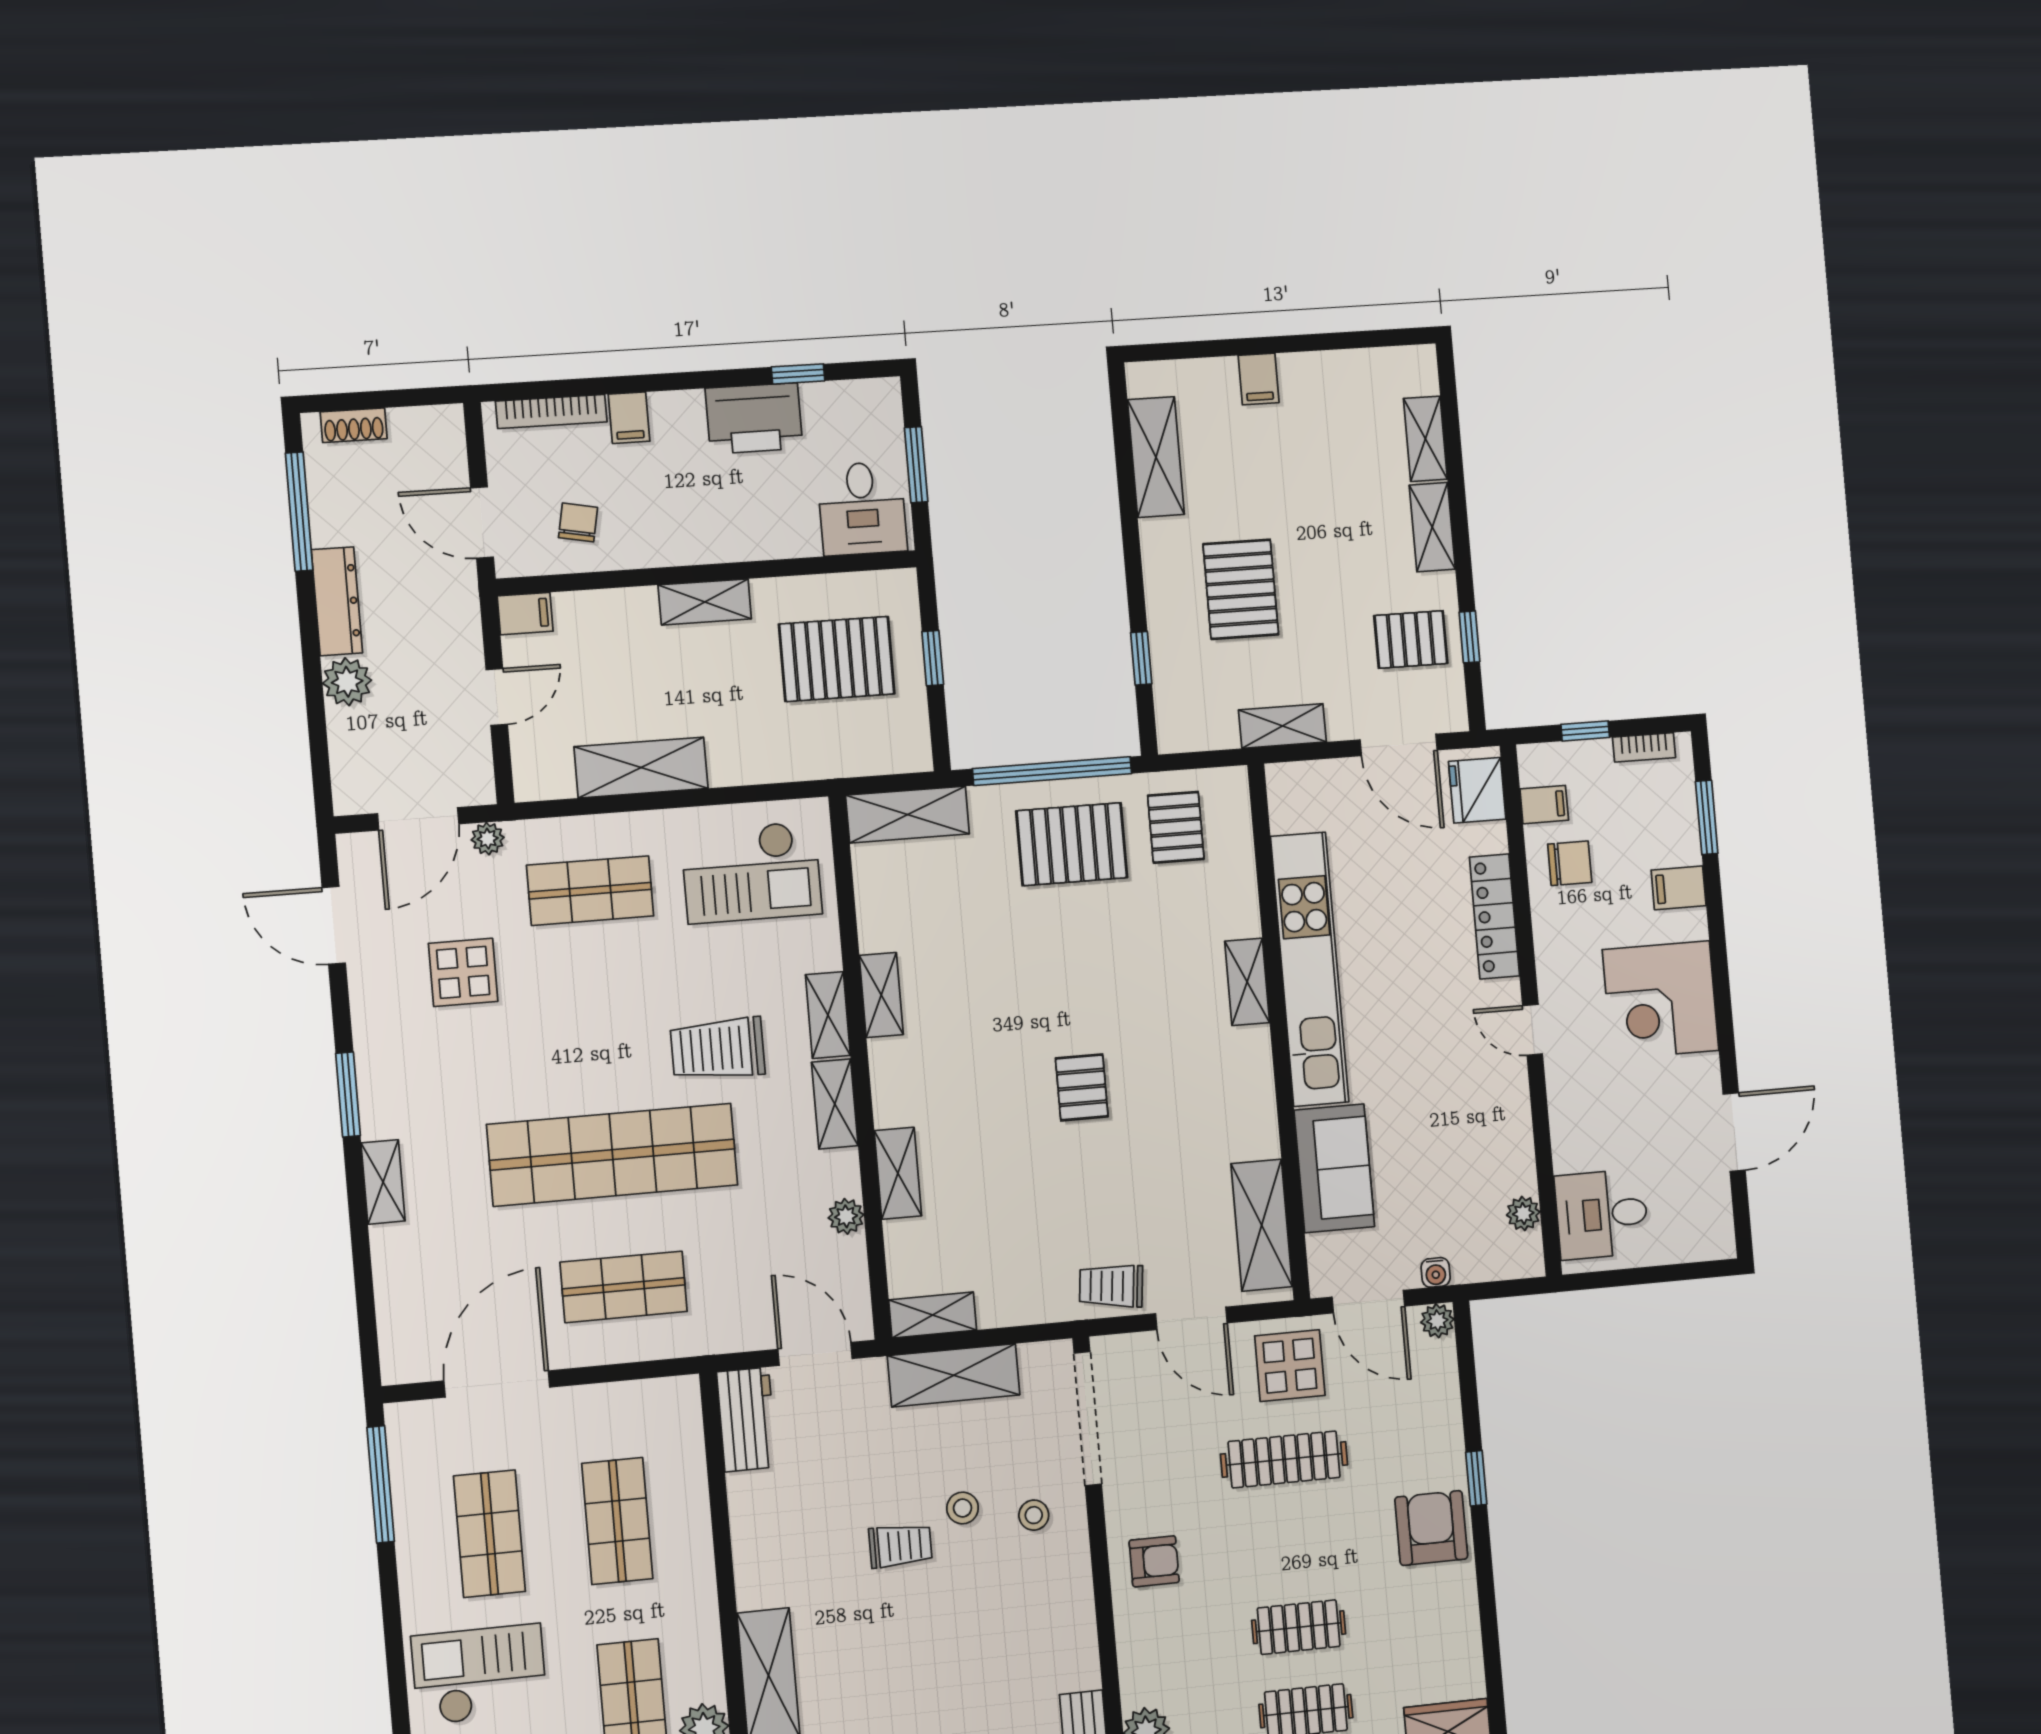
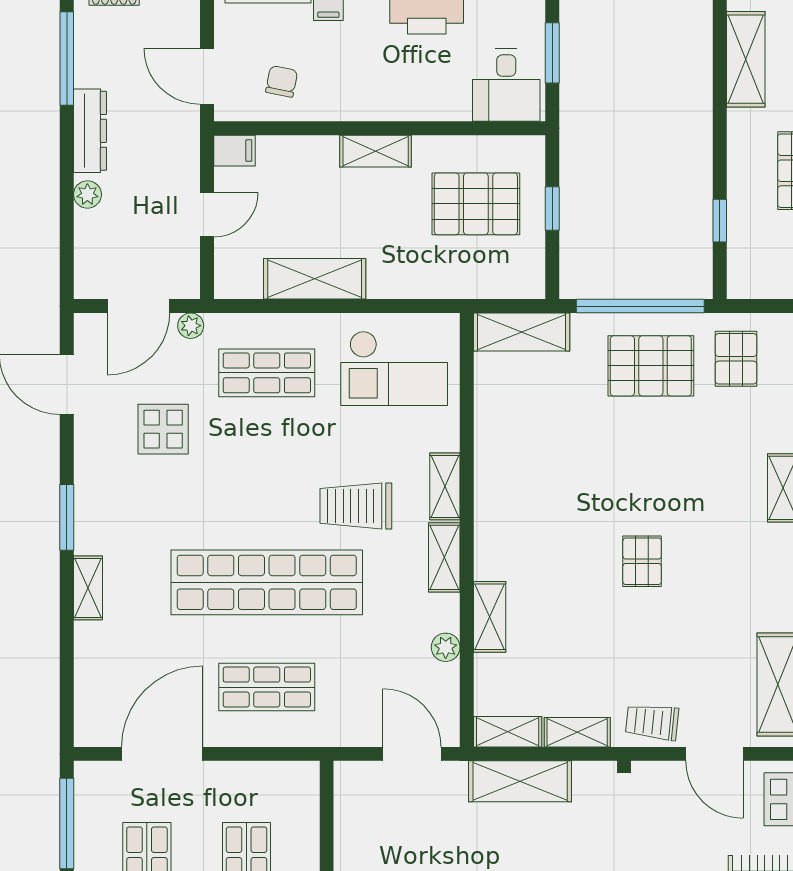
plant: (347, 682) -> (87, 194), width x0.73, depth x0.73
shelving: (881, 995) -> (577, 732), moved, turned 90
workbench: (747, 1419) -> (354, 800), removed

